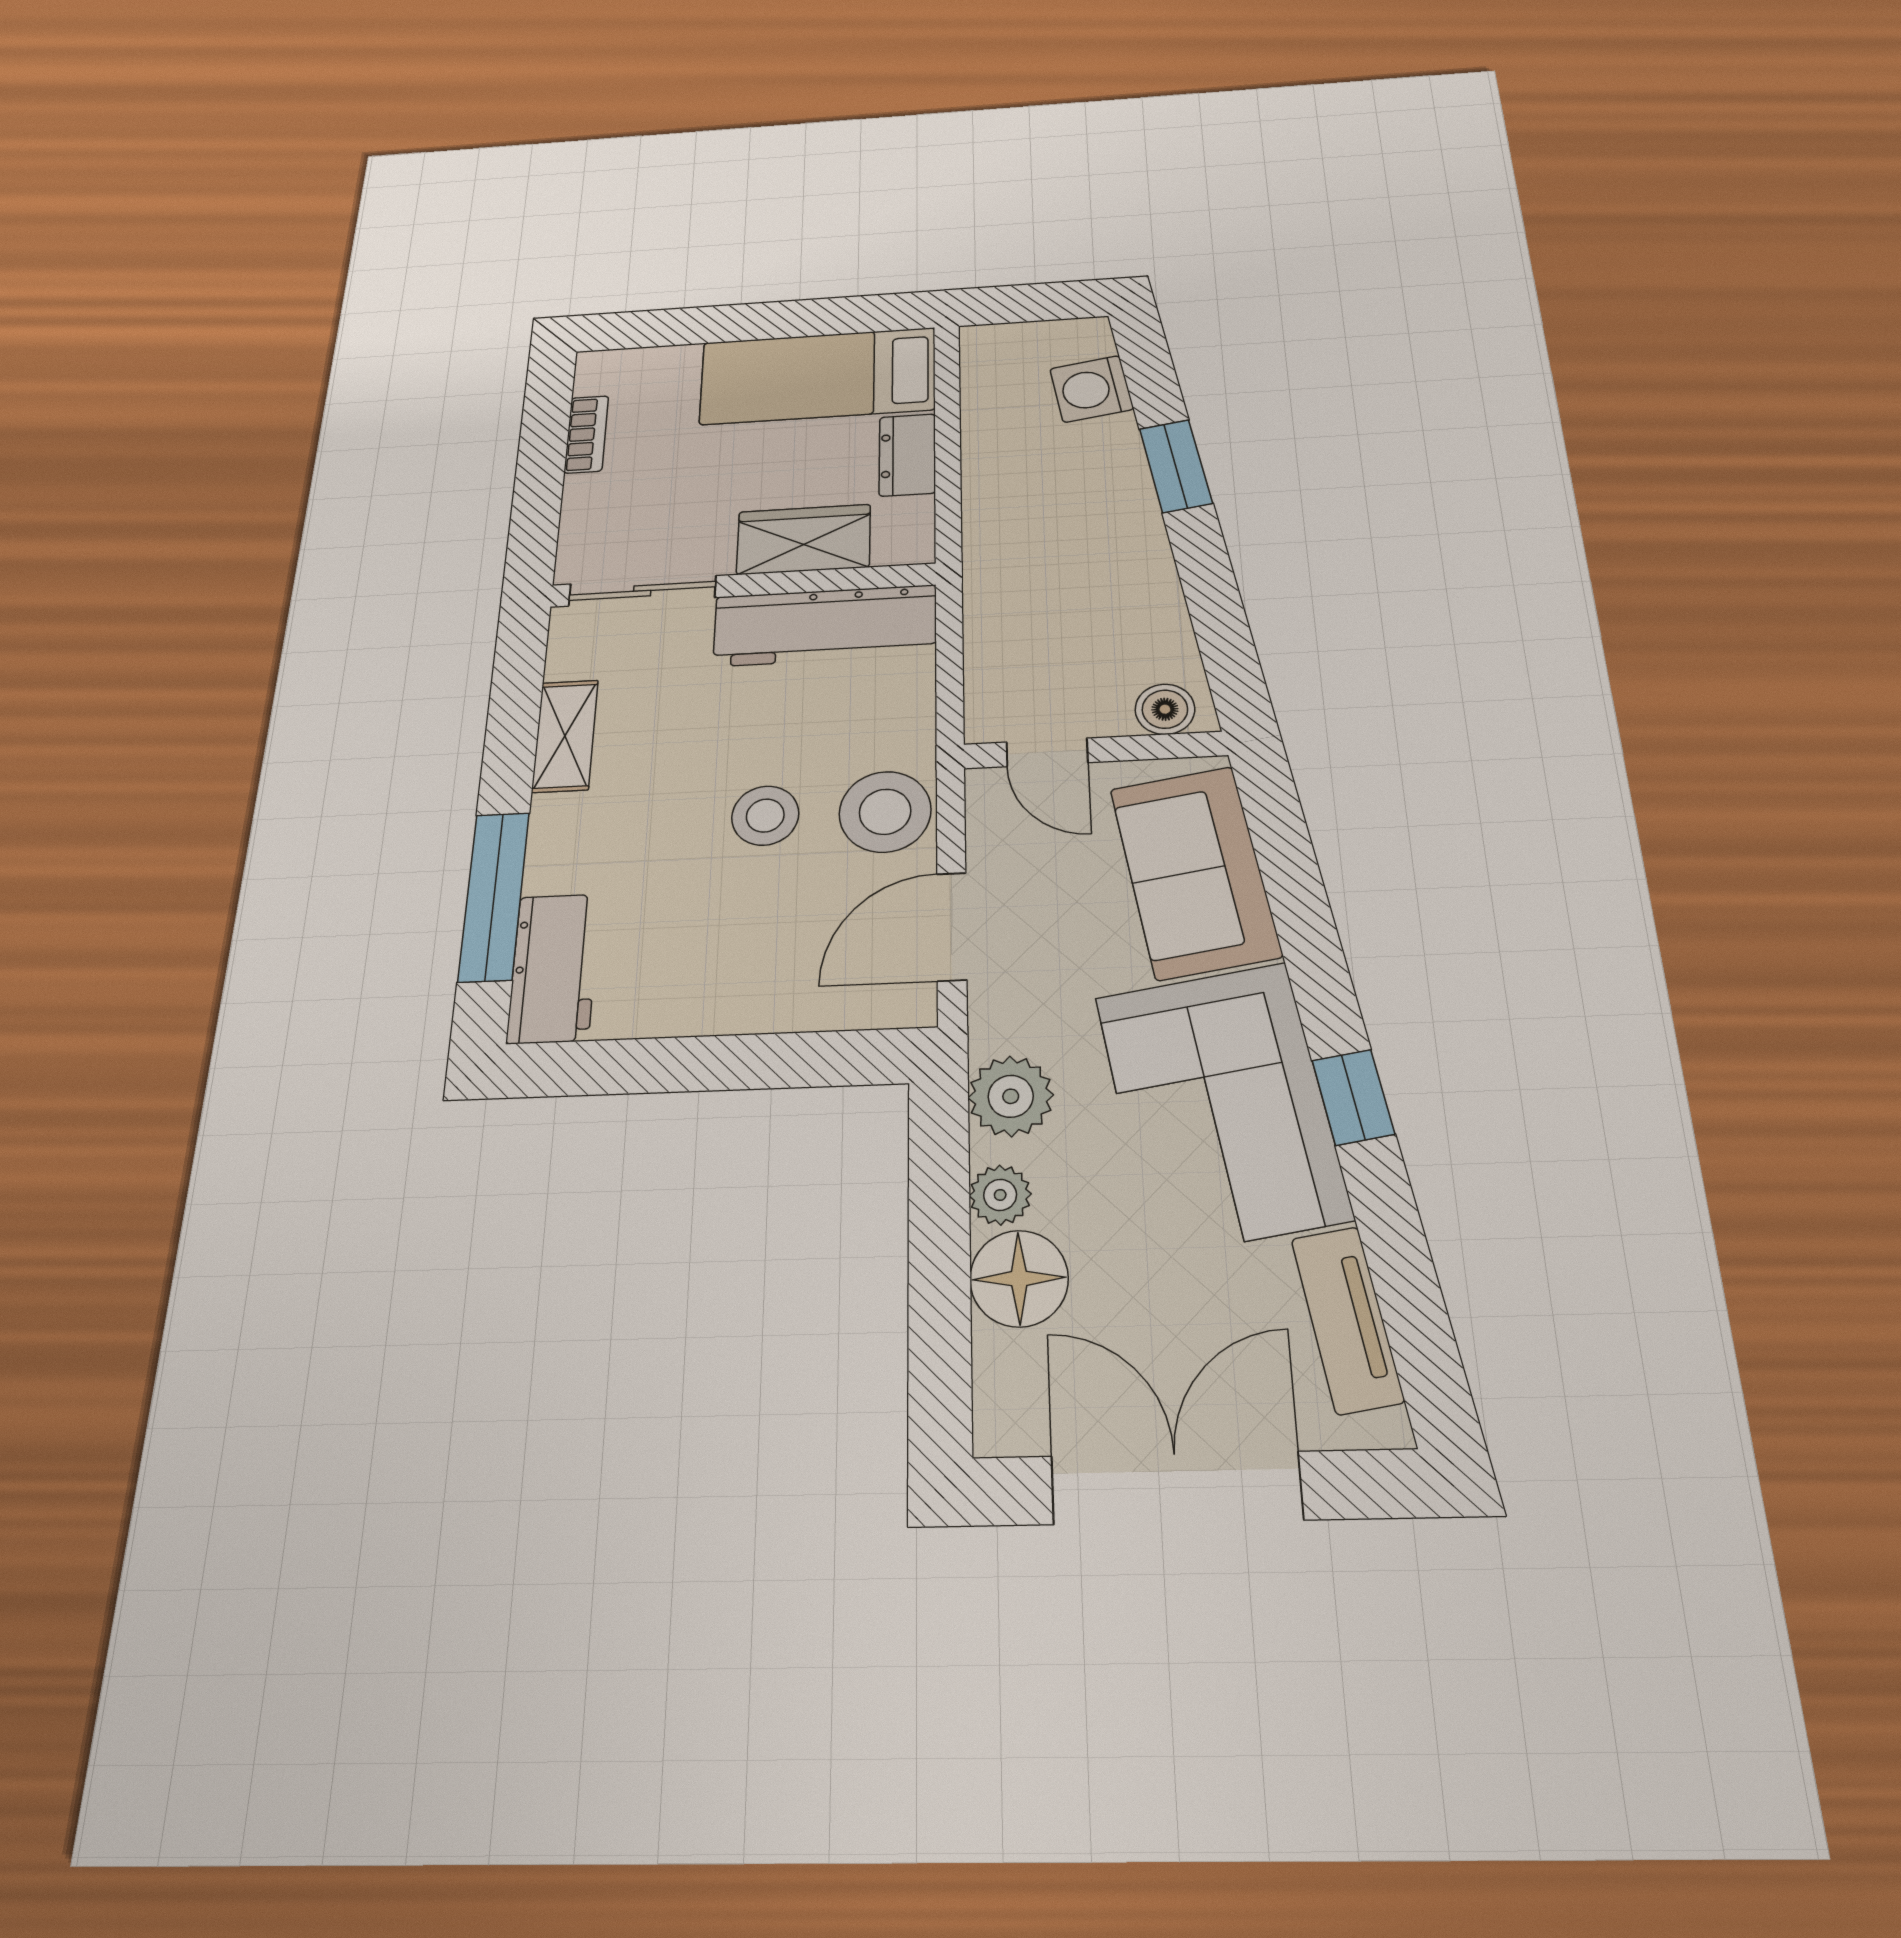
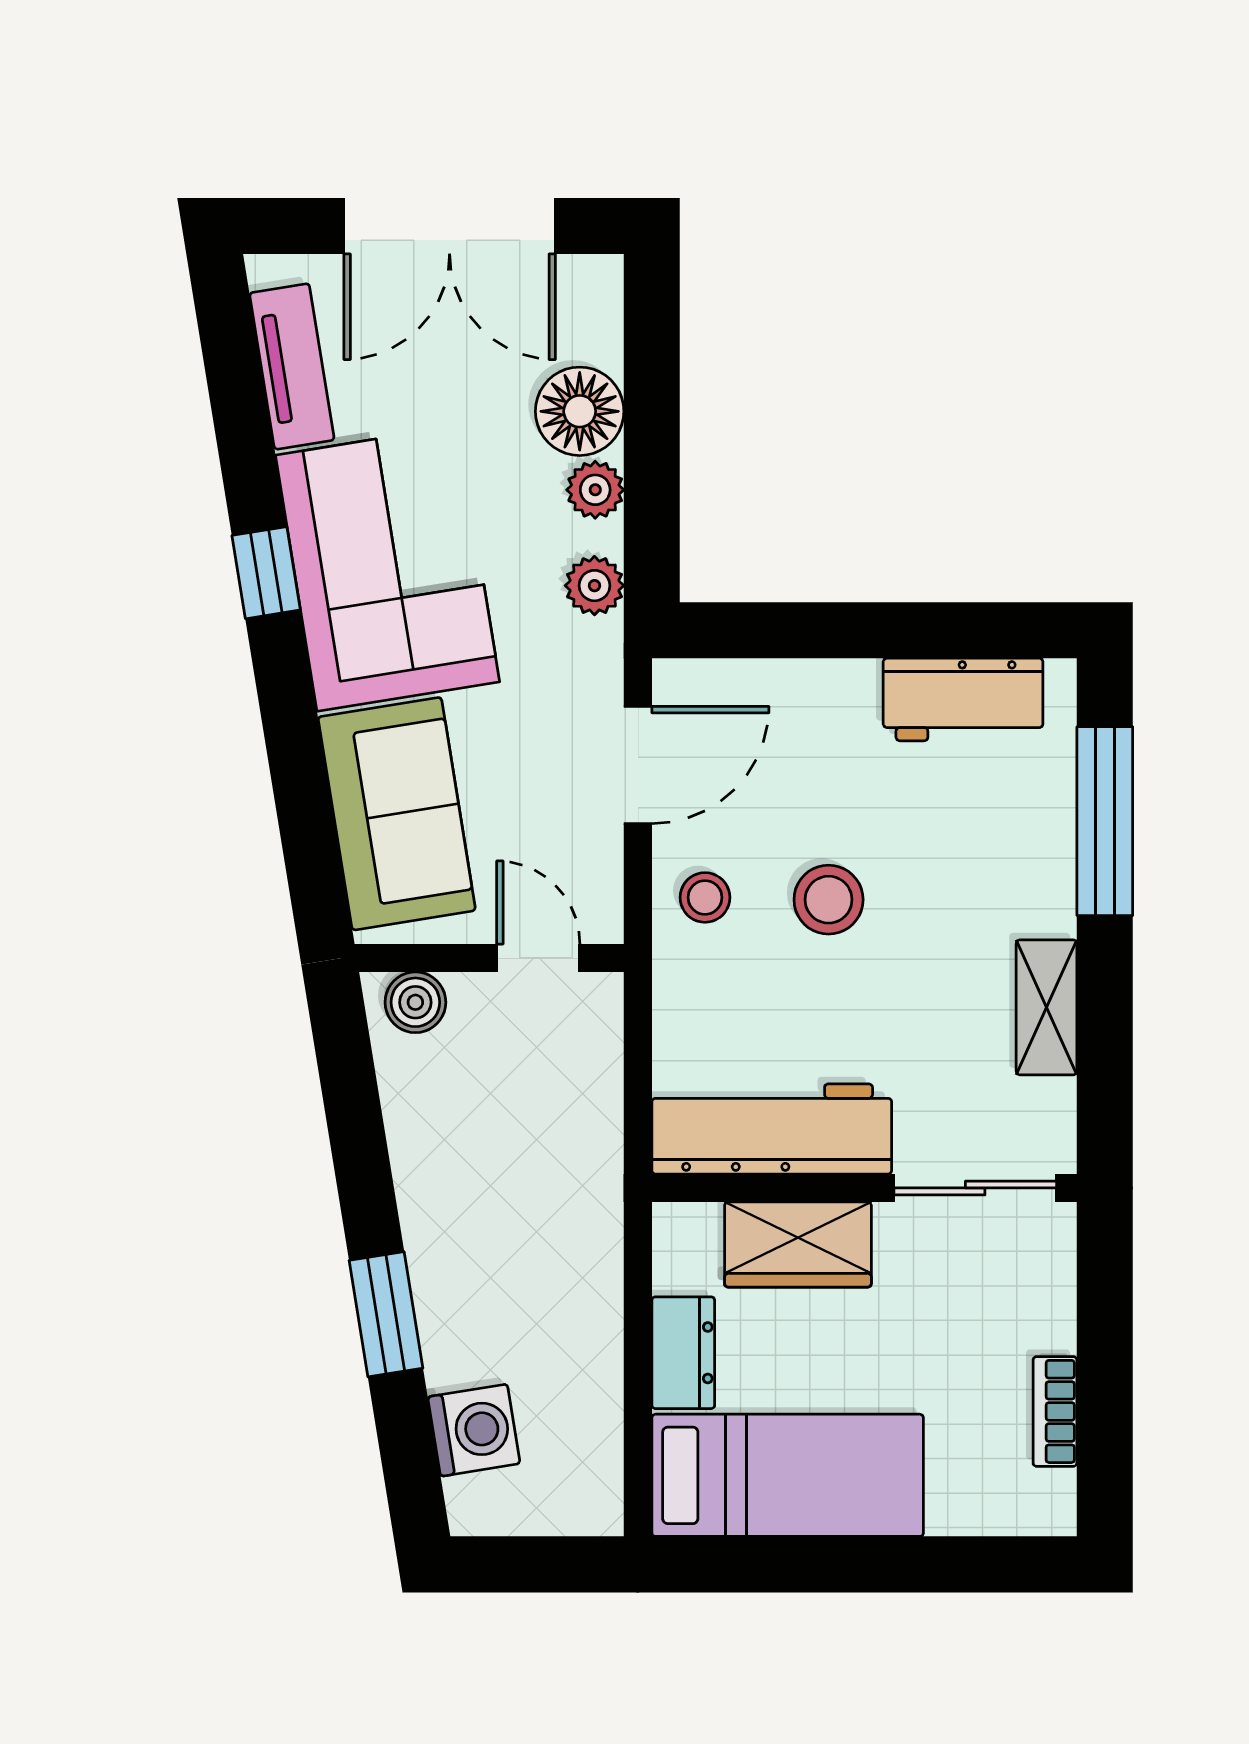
stool: (885, 812) -> (705, 897), width x0.53, depth x0.53
workbench: (554, 968) -> (963, 700), moved, turned -90
plant: (1011, 1096) -> (594, 586), width x0.73, depth x0.73

